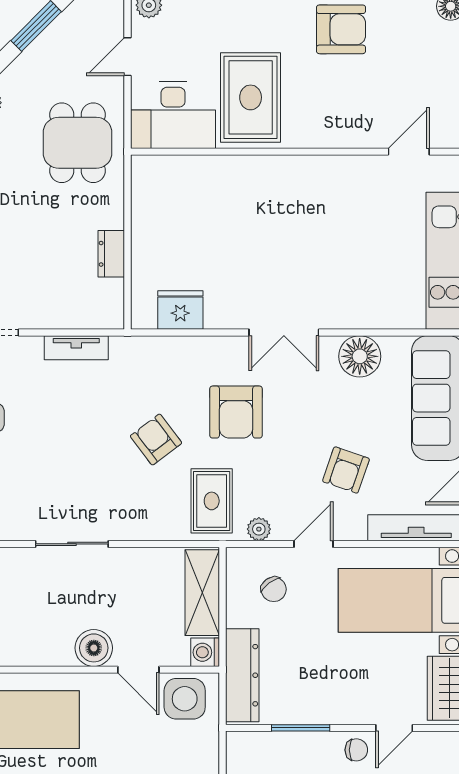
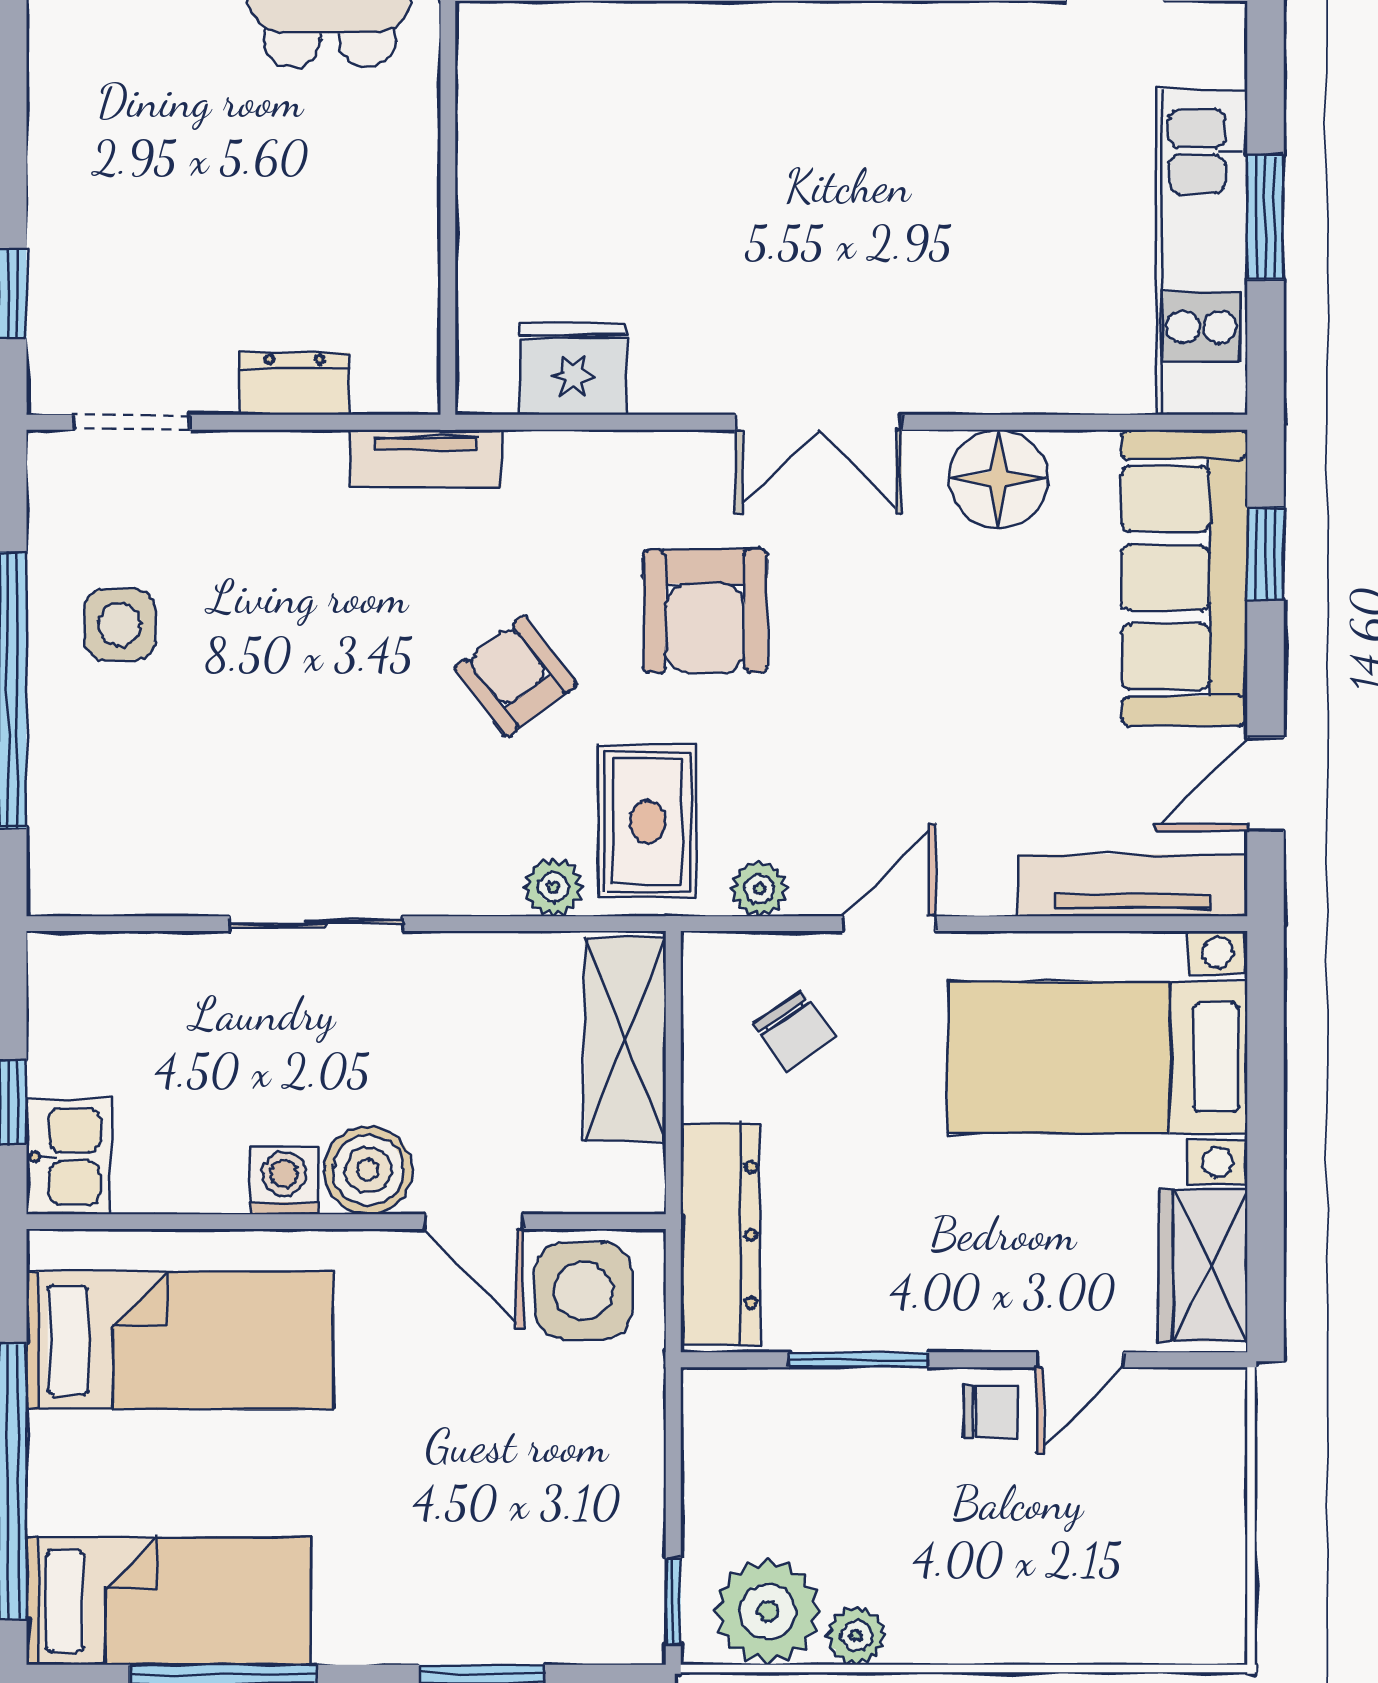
dresser: (111, 254) -> (295, 384), moved, turned 90
tv unit: (76, 348) -> (426, 458), moved
armchair: (346, 470) -> (966, 748), removed
plant: (172, 529) -> (554, 887), added
washing machine: (205, 652) -> (284, 1181), moved, turned 90

